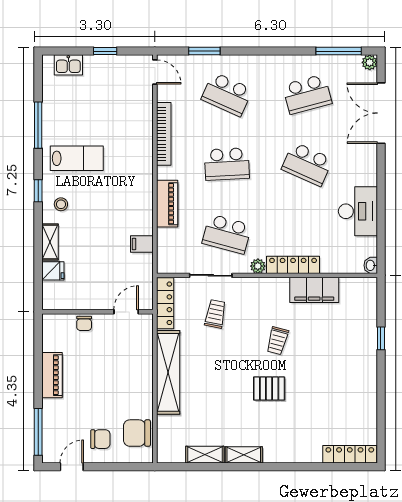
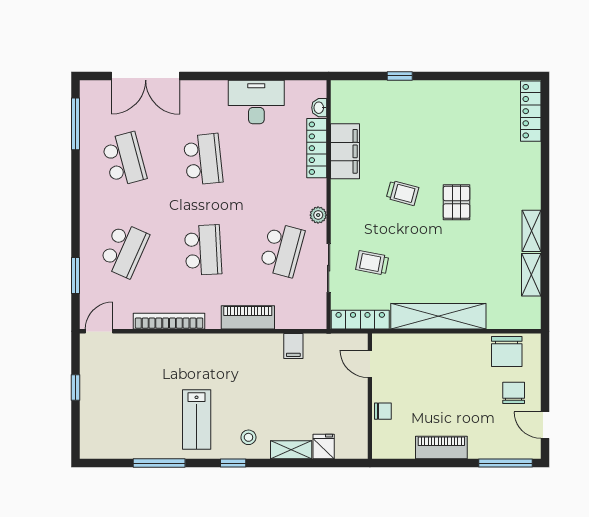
plant: (370, 62) -> (88, 89), removed
kitchen sink: (68, 65) -> (91, 429), removed
lab bench: (77, 158) -> (197, 419), turned 180
school desk: (307, 164) -> (203, 159), turned -30
locker: (293, 265) -> (317, 148), moved
washbasin: (371, 265) -> (319, 108), moved, turned 90

